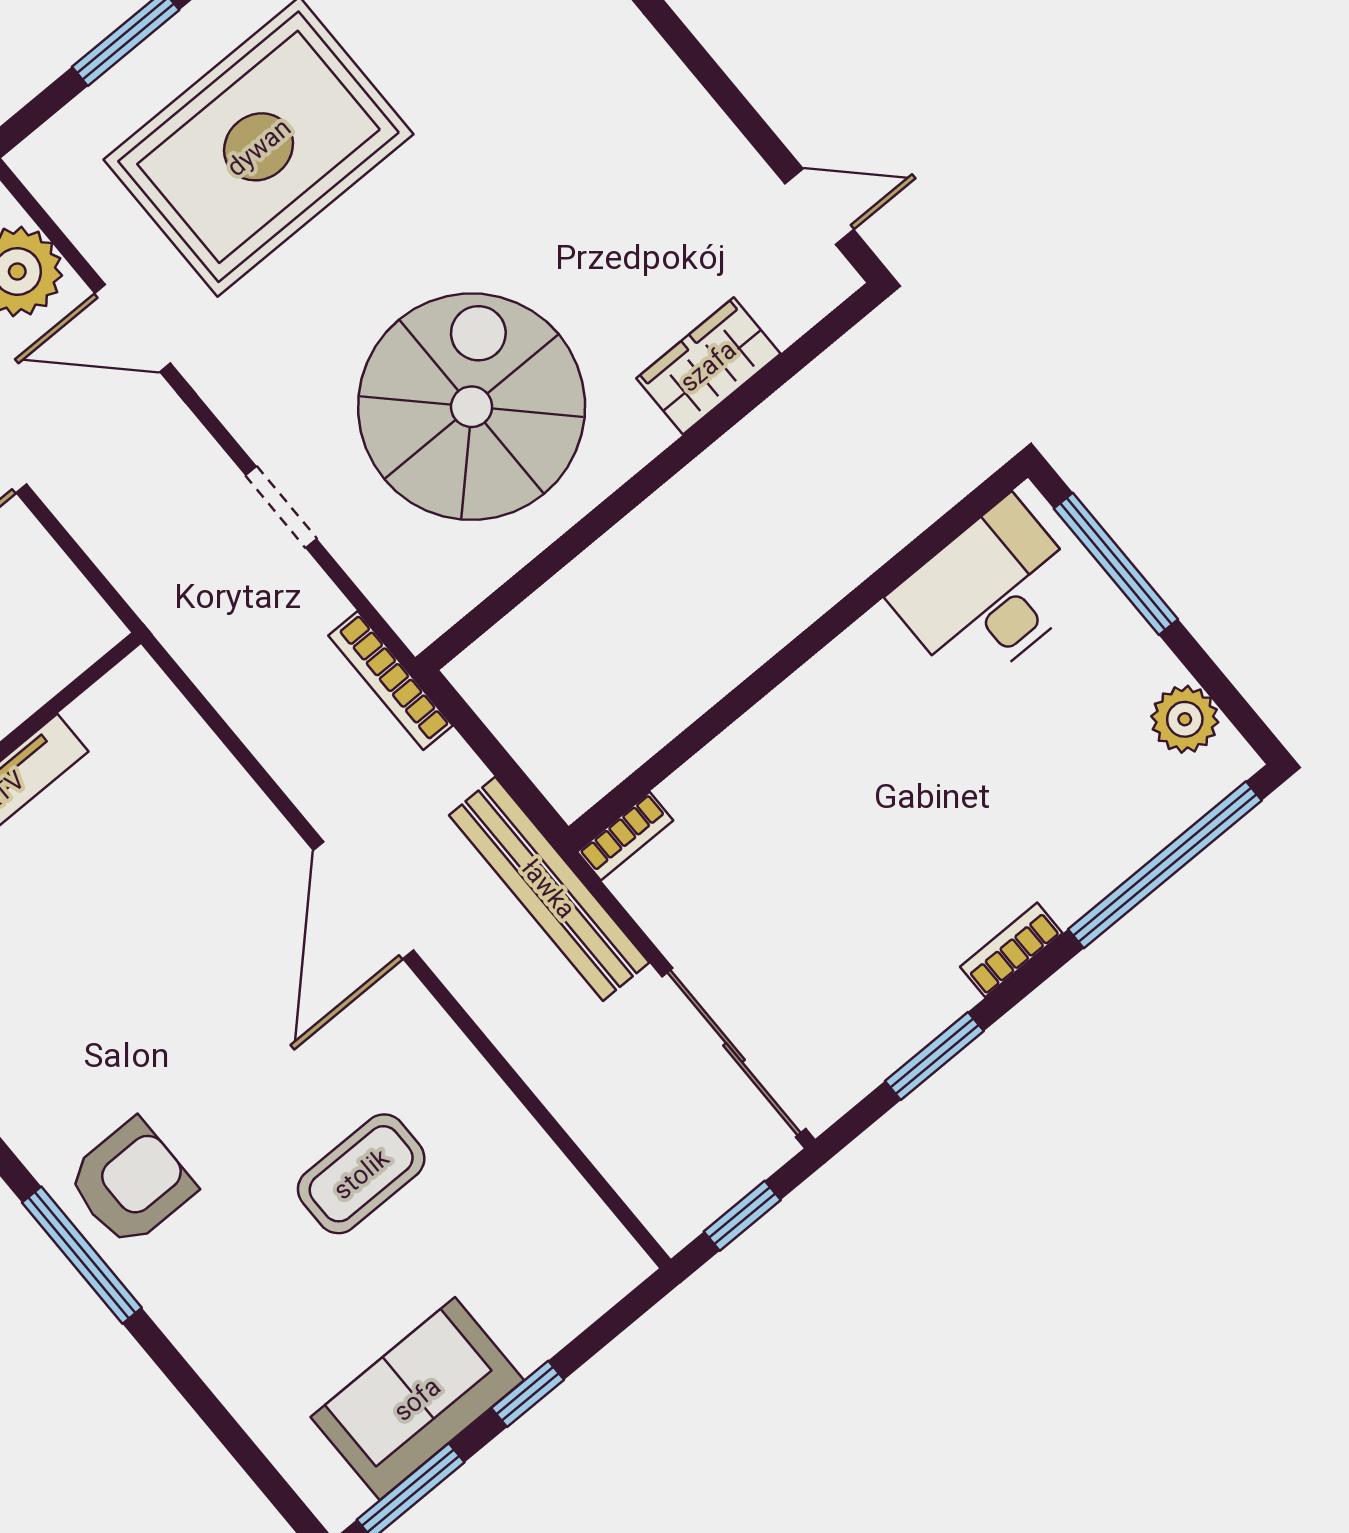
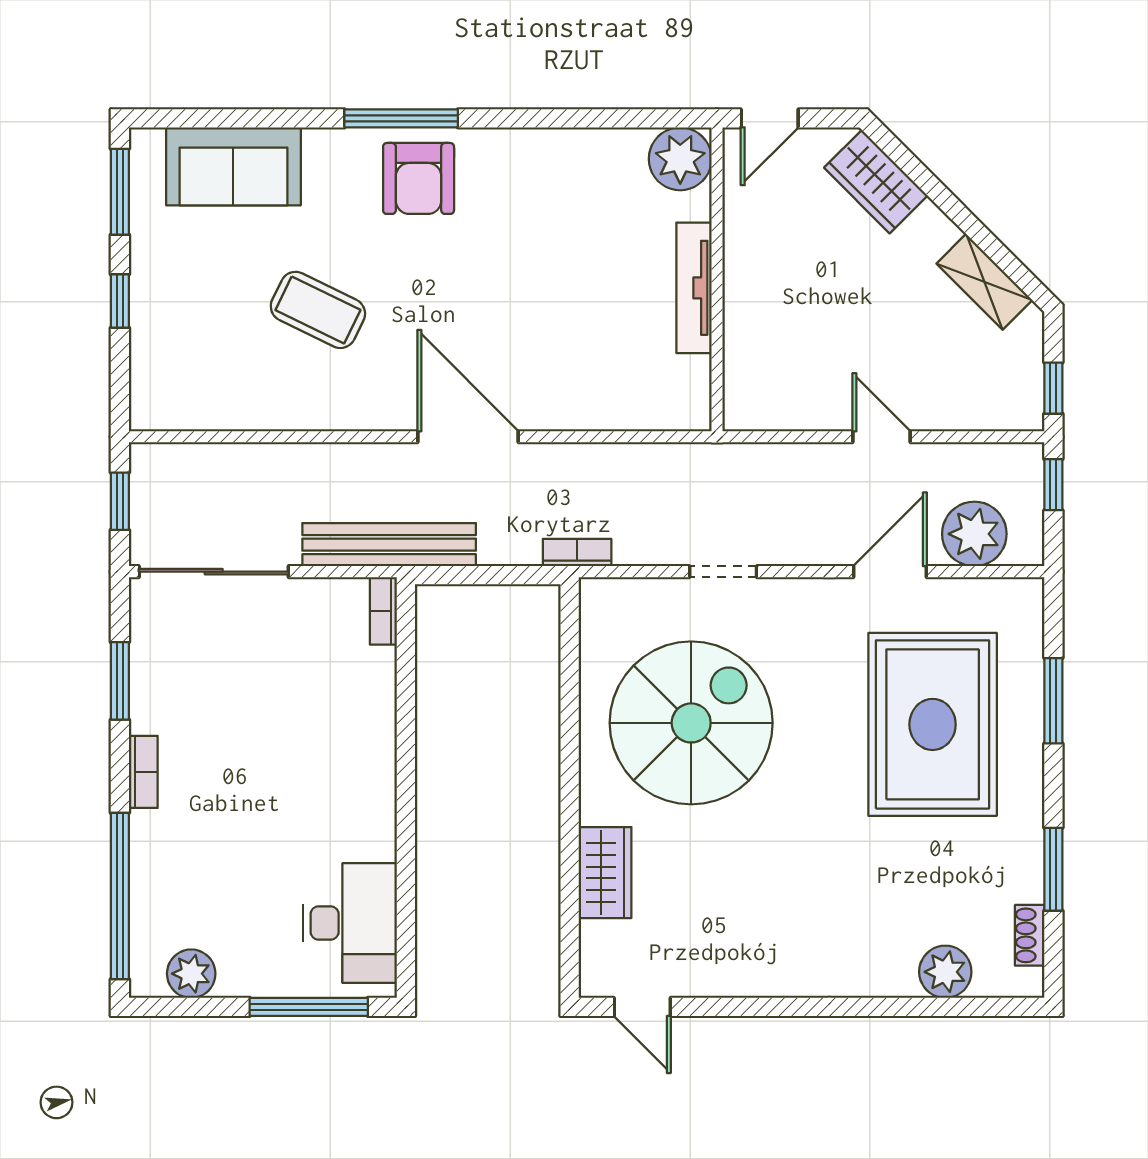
door: (819, 207) -> (642, 1007), hinge flipped
spiral stairs: (472, 407) -> (691, 723), turned -90
bookcase: (390, 680) -> (577, 553), width x0.64
coffee table: (361, 1174) -> (318, 310), turned -64
sofa: (417, 1399) -> (233, 166), moved, turned 90

